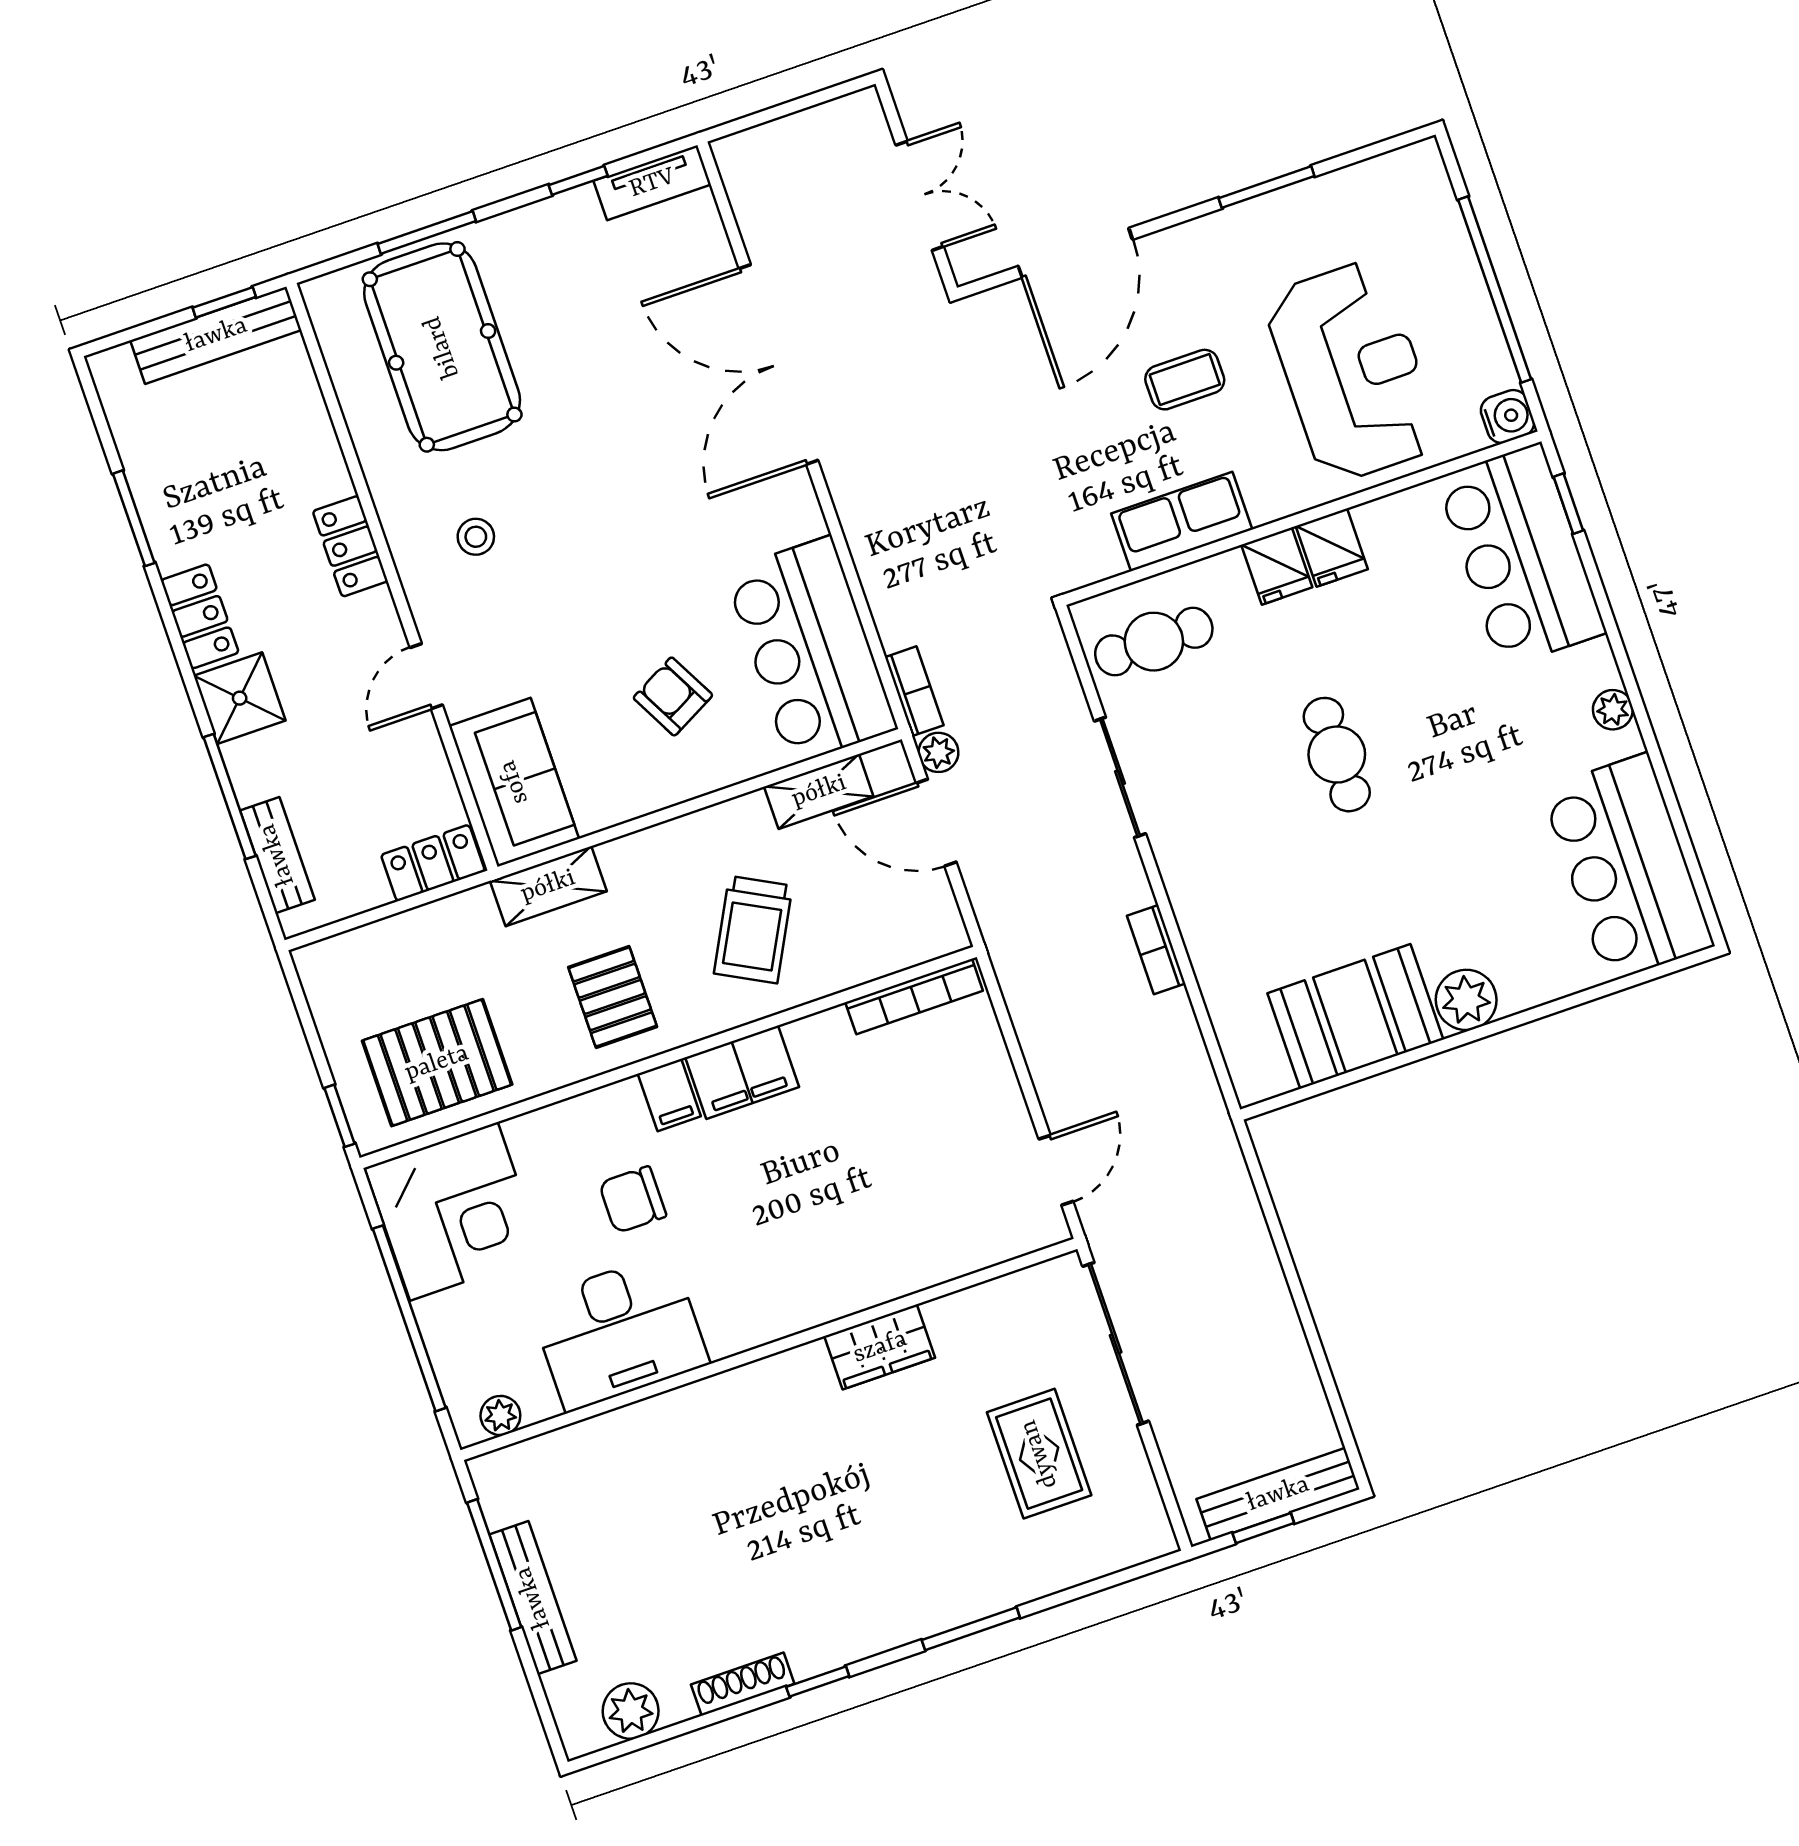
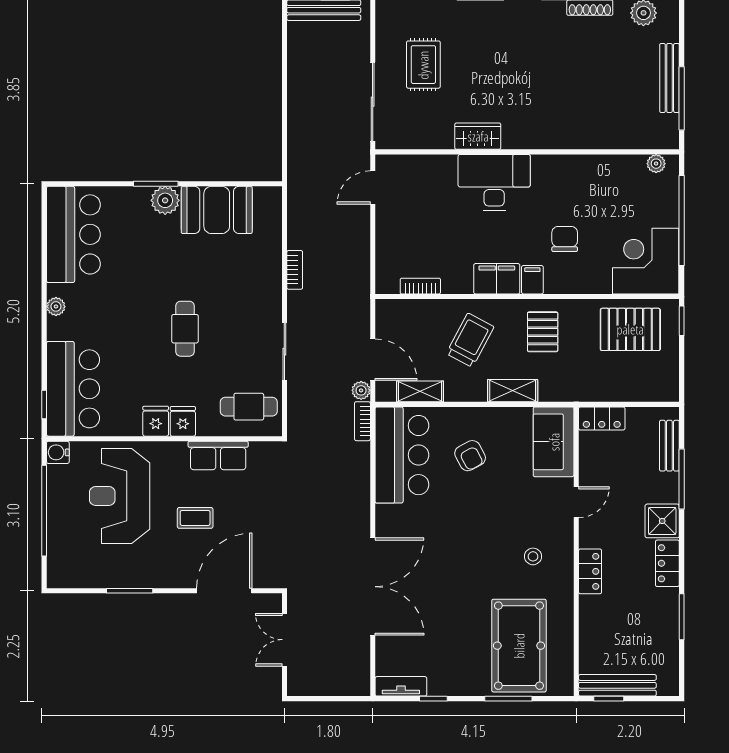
shelving: (548, 886) -> (513, 391), moved
bookcase: (914, 996) -> (420, 286), width x0.64
window: (1497, 1027) -> (156, 184), added
chair: (633, 1200) -> (565, 239), turned -90
desk: (619, 1332) -> (494, 183), moved

